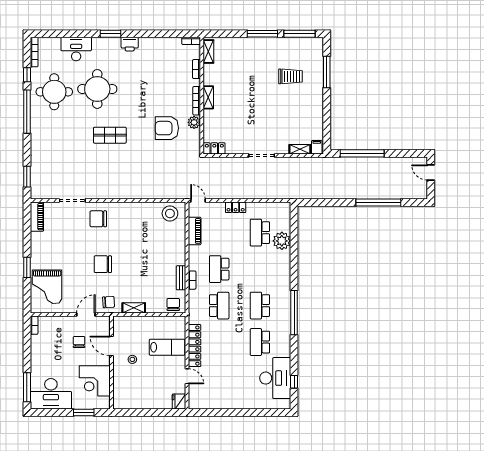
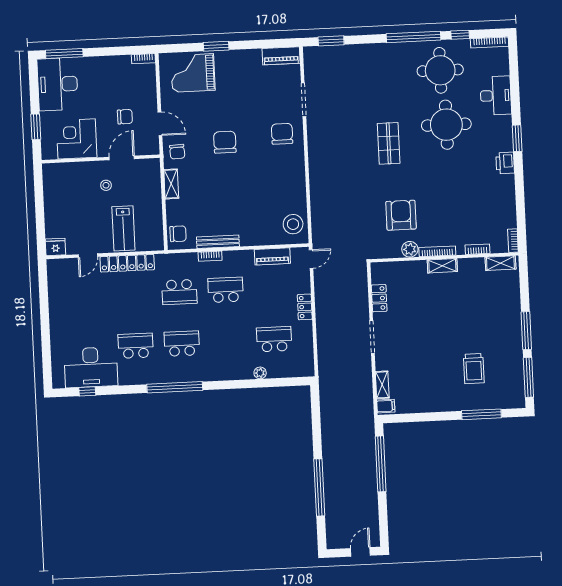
locker: (214, 148) -> (379, 298), moved
plant: (282, 241) -> (260, 373), width x0.53, depth x0.53
bench: (181, 278) -> (218, 242), width x1.36

